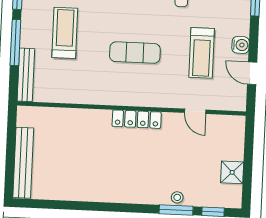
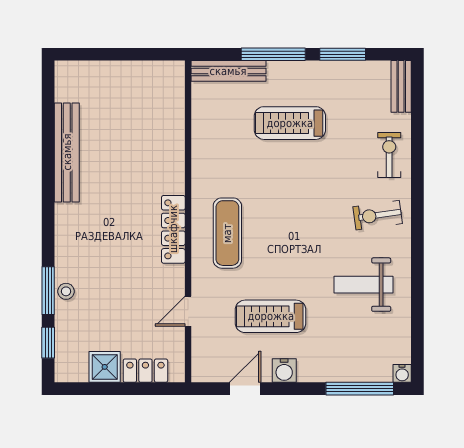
treadmill: (65, 33) -> (290, 123), turned 180
exercise mat: (135, 53) -> (227, 233), moved
locker: (236, 144) -> (145, 371), added
bench: (23, 163) -> (67, 152), moved, turned 90

